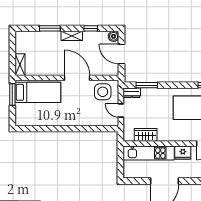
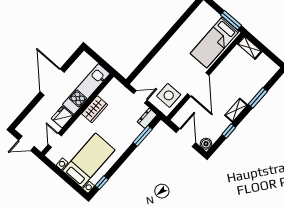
door: (122, 54) -> (186, 138), hinge flipped
door: (77, 78) -> (198, 85), hinge flipped
wardrobe: (146, 135) -> (95, 109), moved

